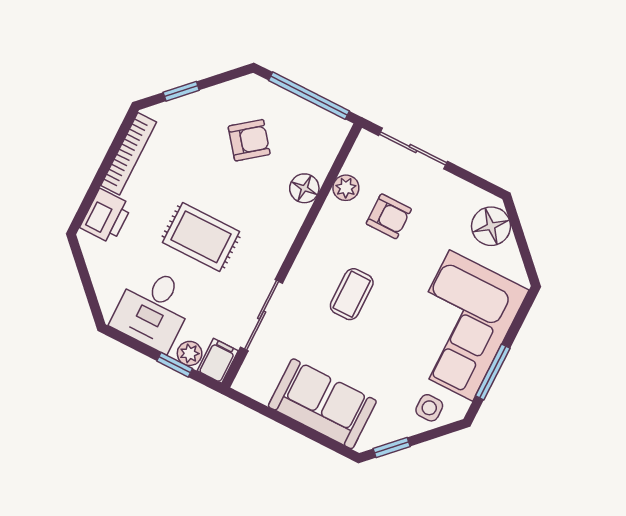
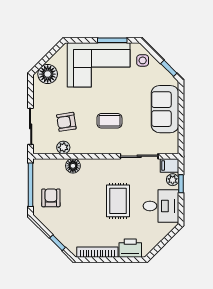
armchair: (249, 140) -> (51, 198), moved, turned 38
armchair: (389, 216) -> (66, 122), turned -99

